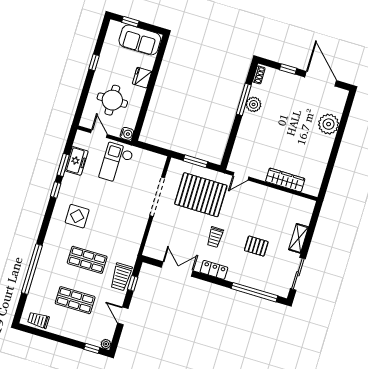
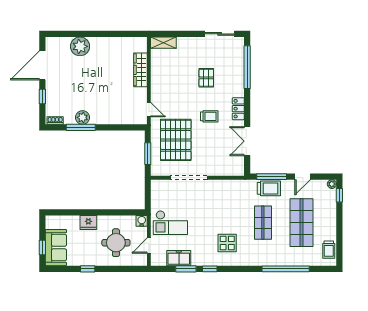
sofa: (140, 40) -> (56, 248), moved
shelving: (299, 238) -> (163, 43), moved
window: (133, 283) -> (272, 177), width x2.17
shop shelf: (75, 300) -> (302, 223), width x1.43, depth x1.36

